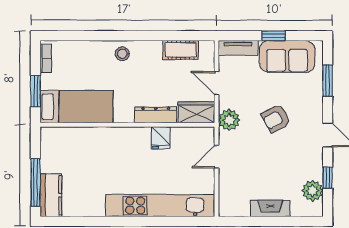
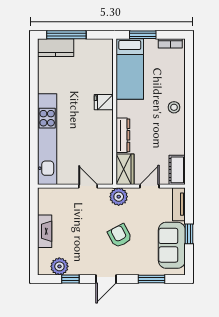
cot: (181, 50) -> (177, 170), moved
fridge: (161, 138) -> (104, 102), moved

